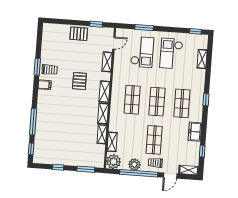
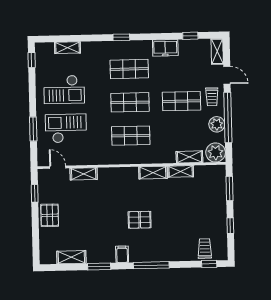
trolley: (50, 70) -> (205, 249), moved
pallet: (79, 81) -> (140, 220), moved
shelving: (105, 92) -> (71, 257), moved
window: (33, 122) -> (151, 265), moved

